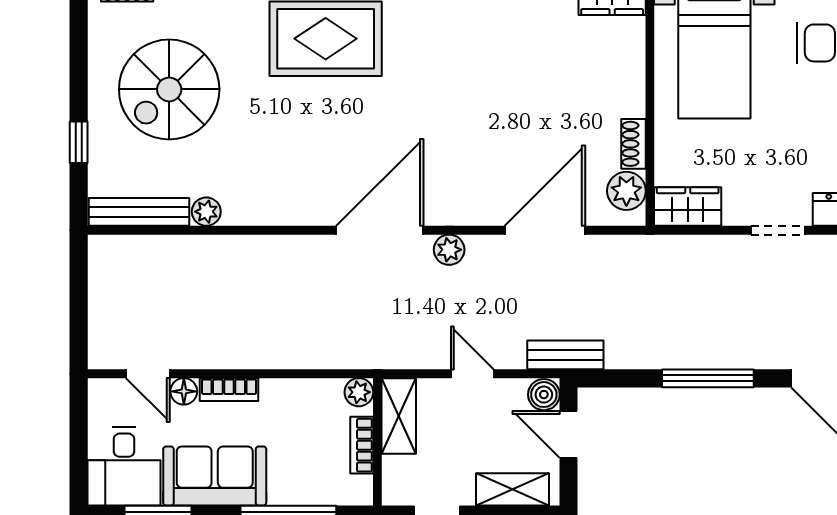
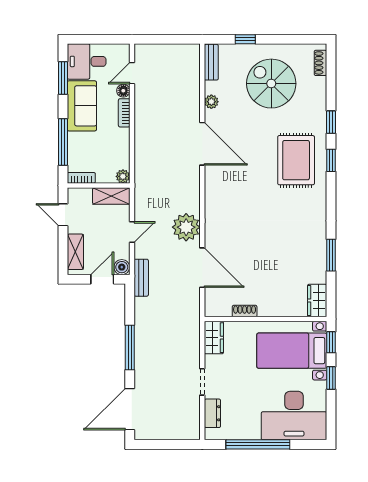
plant: (626, 191) -> (222, 308), removed
bench: (139, 212) -> (211, 62), width x0.73
door: (380, 230) -> (202, 144), moved
plant: (449, 250) -> (186, 227), width x1.88, depth x1.88
bookcase: (362, 445) -> (81, 178), moved

